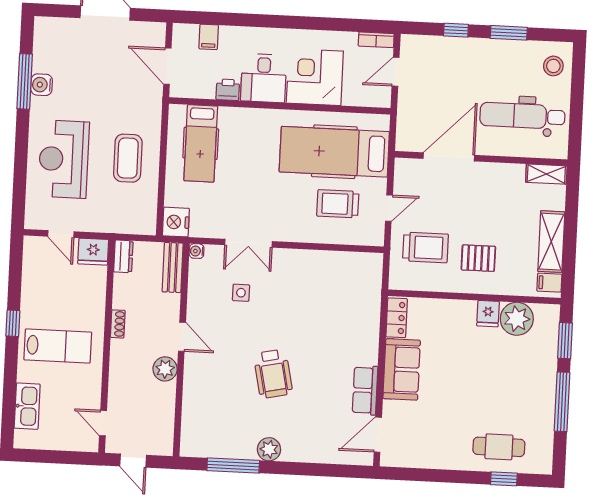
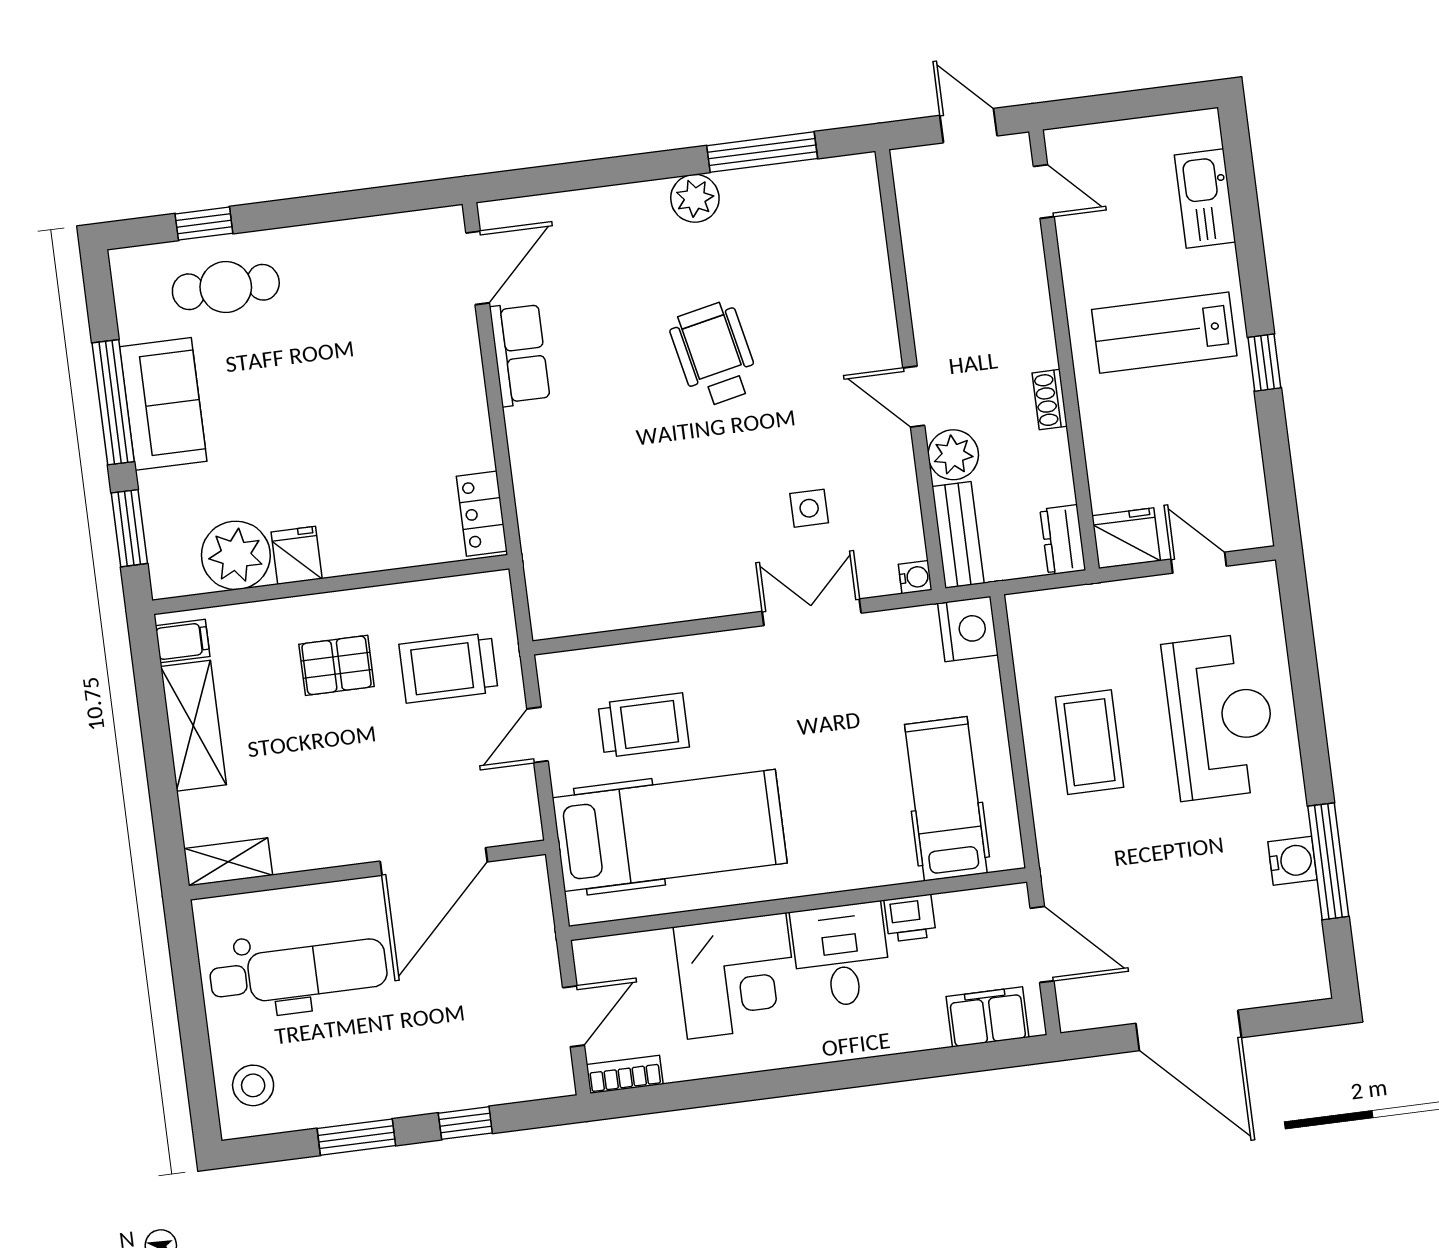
filing cabinet: (209, 37) -> (987, 1017), width x2.00
plant: (165, 369) -> (953, 455), moved
sofa: (402, 369) -> (163, 404), moved, turned 180

